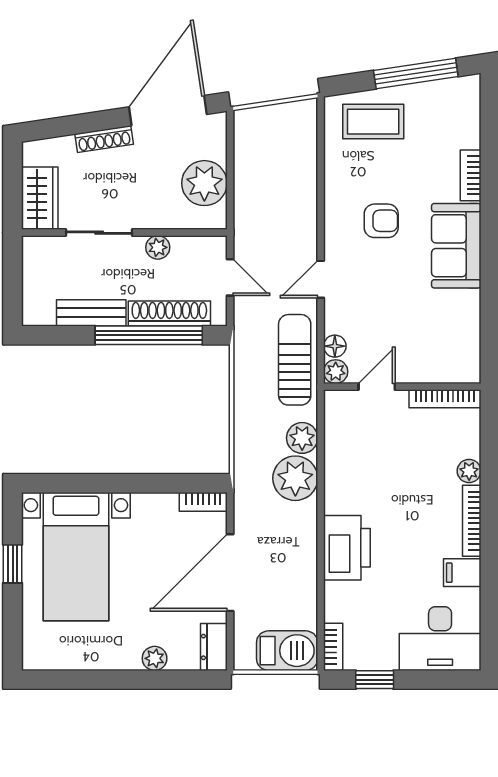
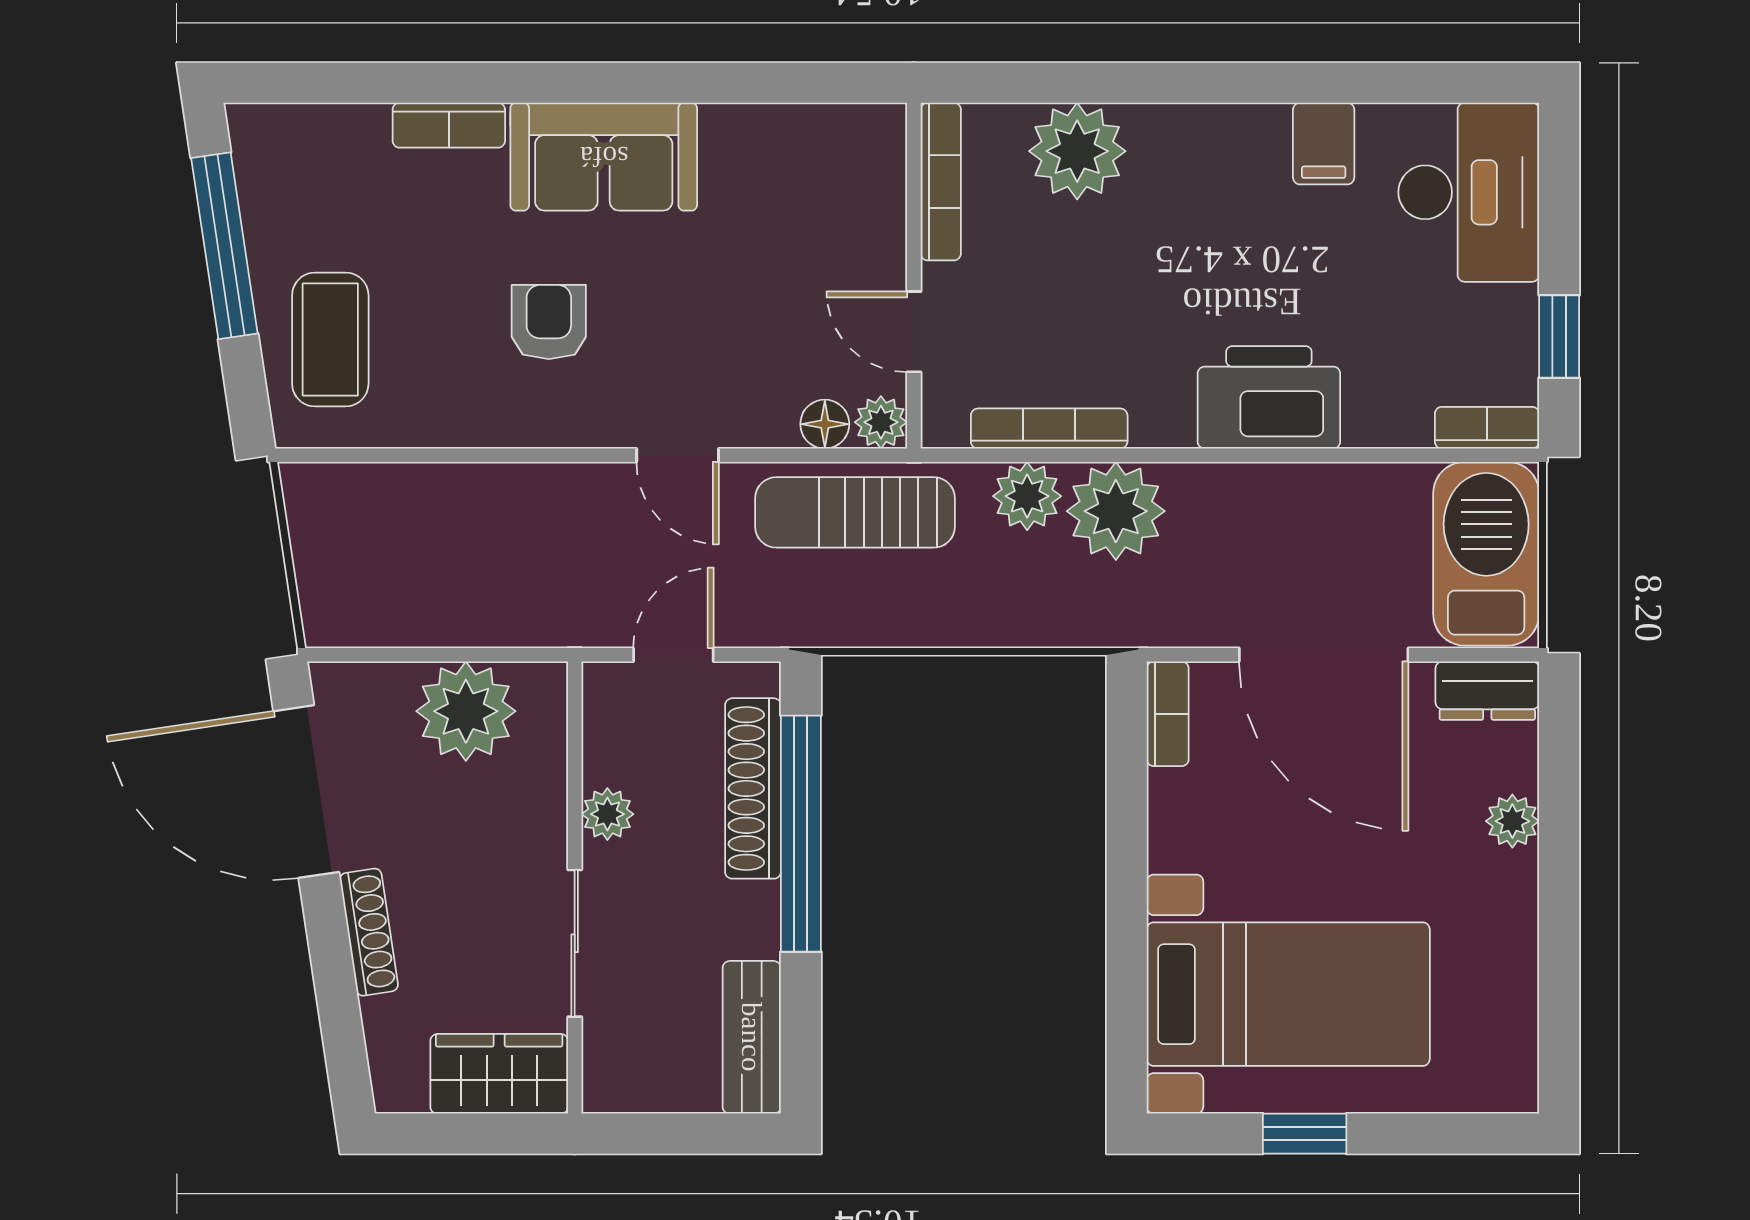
bench: (91, 313) -> (752, 1037), moved
plant: (469, 471) -> (1077, 151), width x1.88, depth x1.88
bookcase: (472, 521) -> (1049, 429), moved, turned 180
barbecue: (287, 651) -> (1486, 554), width x1.37, depth x1.21

